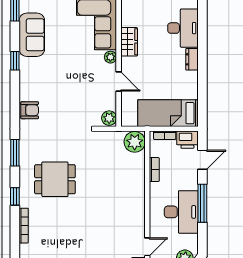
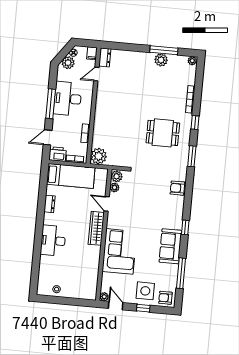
wardrobe: (129, 42) -> (96, 228), width x1.50
plant: (110, 57) -> (114, 187), moved
dresser: (192, 59) -> (50, 204), moved

